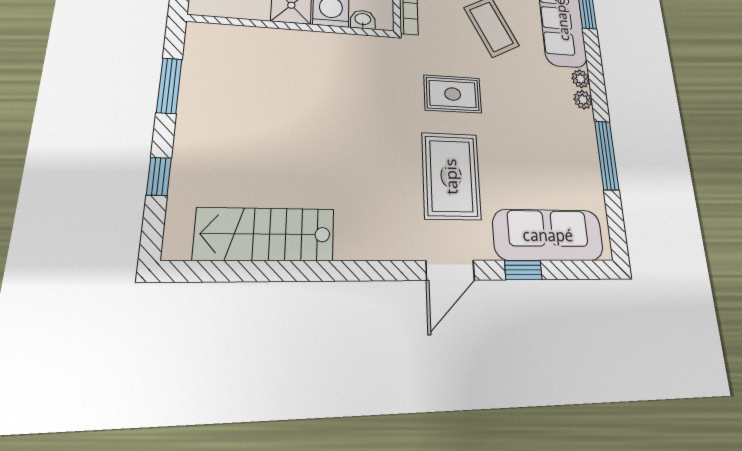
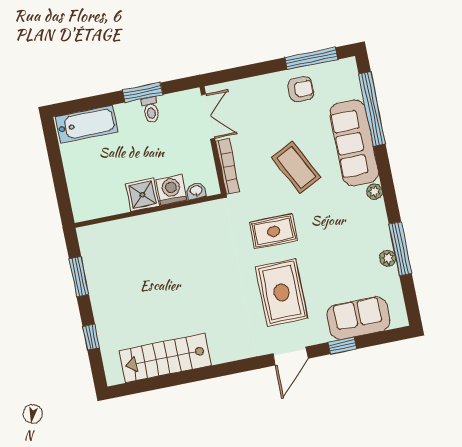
plant: (583, 100) -> (388, 258), moved
sofa: (548, 235) -> (358, 318), width x0.73

